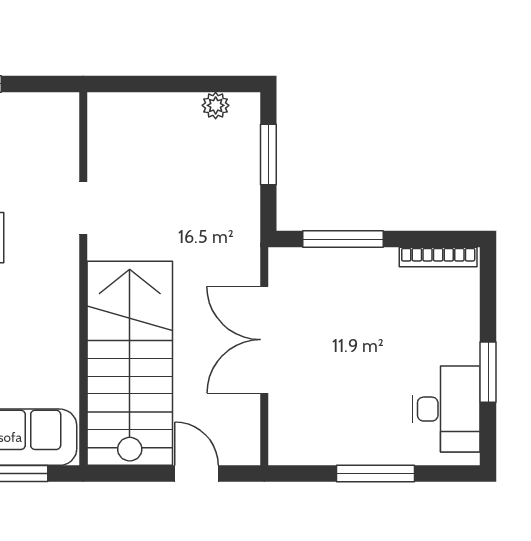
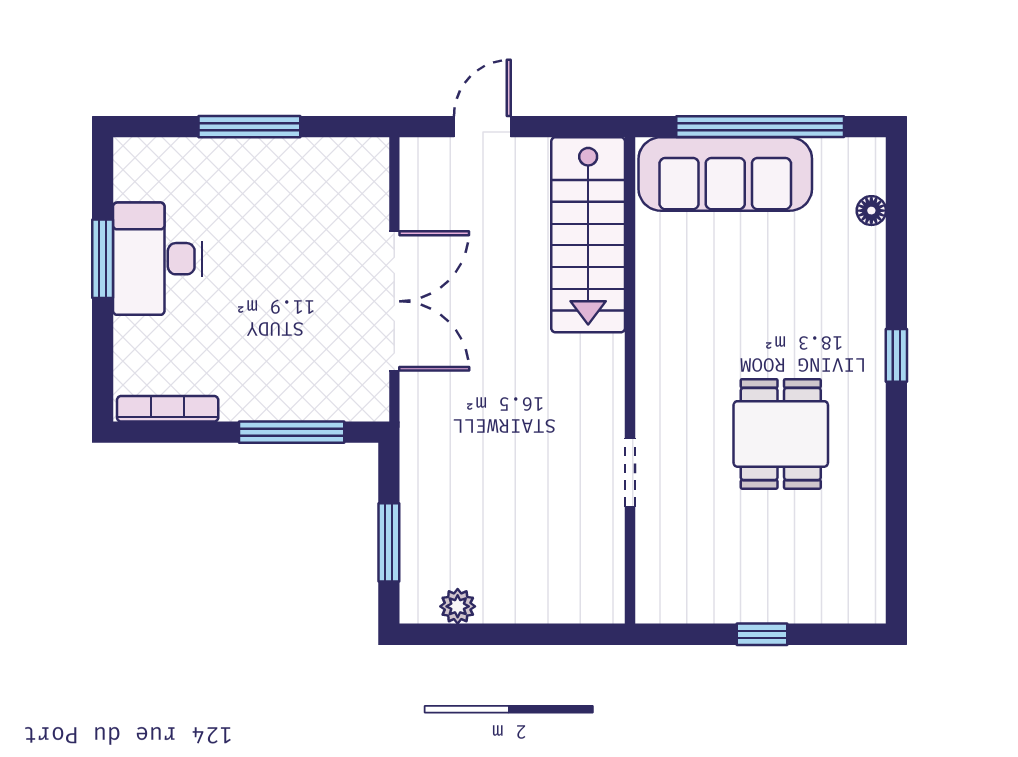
stairs: (130, 363) -> (588, 235), width x0.73, depth x0.66
desk: (446, 409) -> (157, 259), moved
door: (197, 474) -> (482, 127), swing flipped

